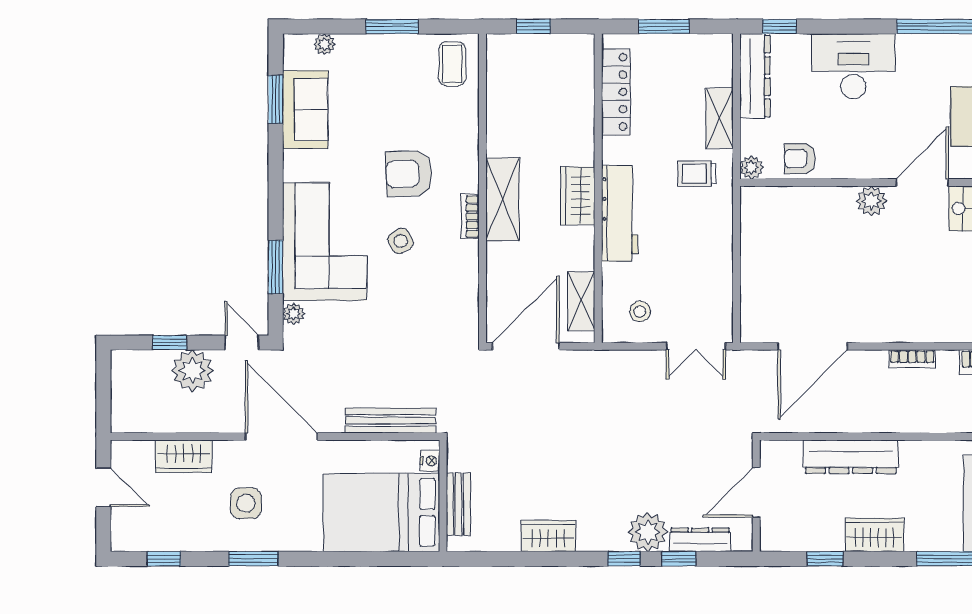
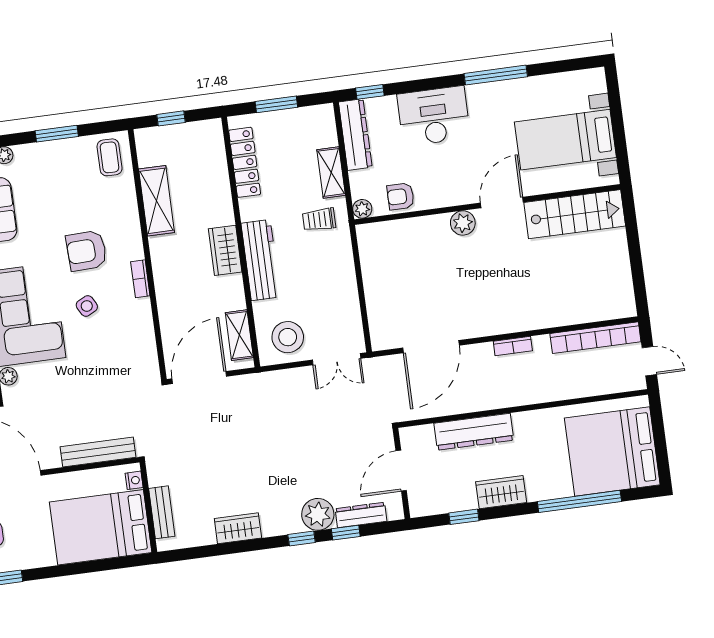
shelving: (502, 199) -> (157, 201), moved
stool: (640, 311) -> (288, 337), width x1.89, depth x1.89

